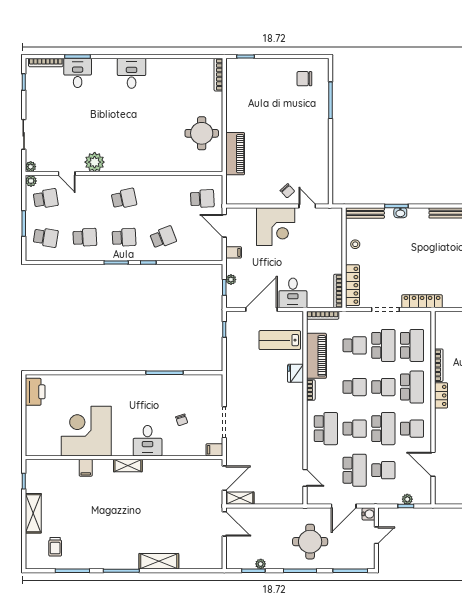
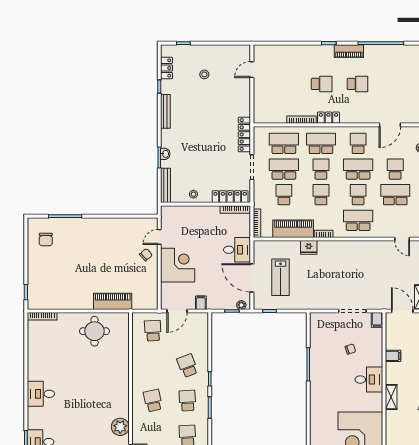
plant: (231, 280) -> (241, 305), moved
lab bench: (280, 340) -> (281, 277), moved
filing cabinet: (86, 468) -> (393, 356), moved
door: (305, 478) -> (402, 239), swing flipped

